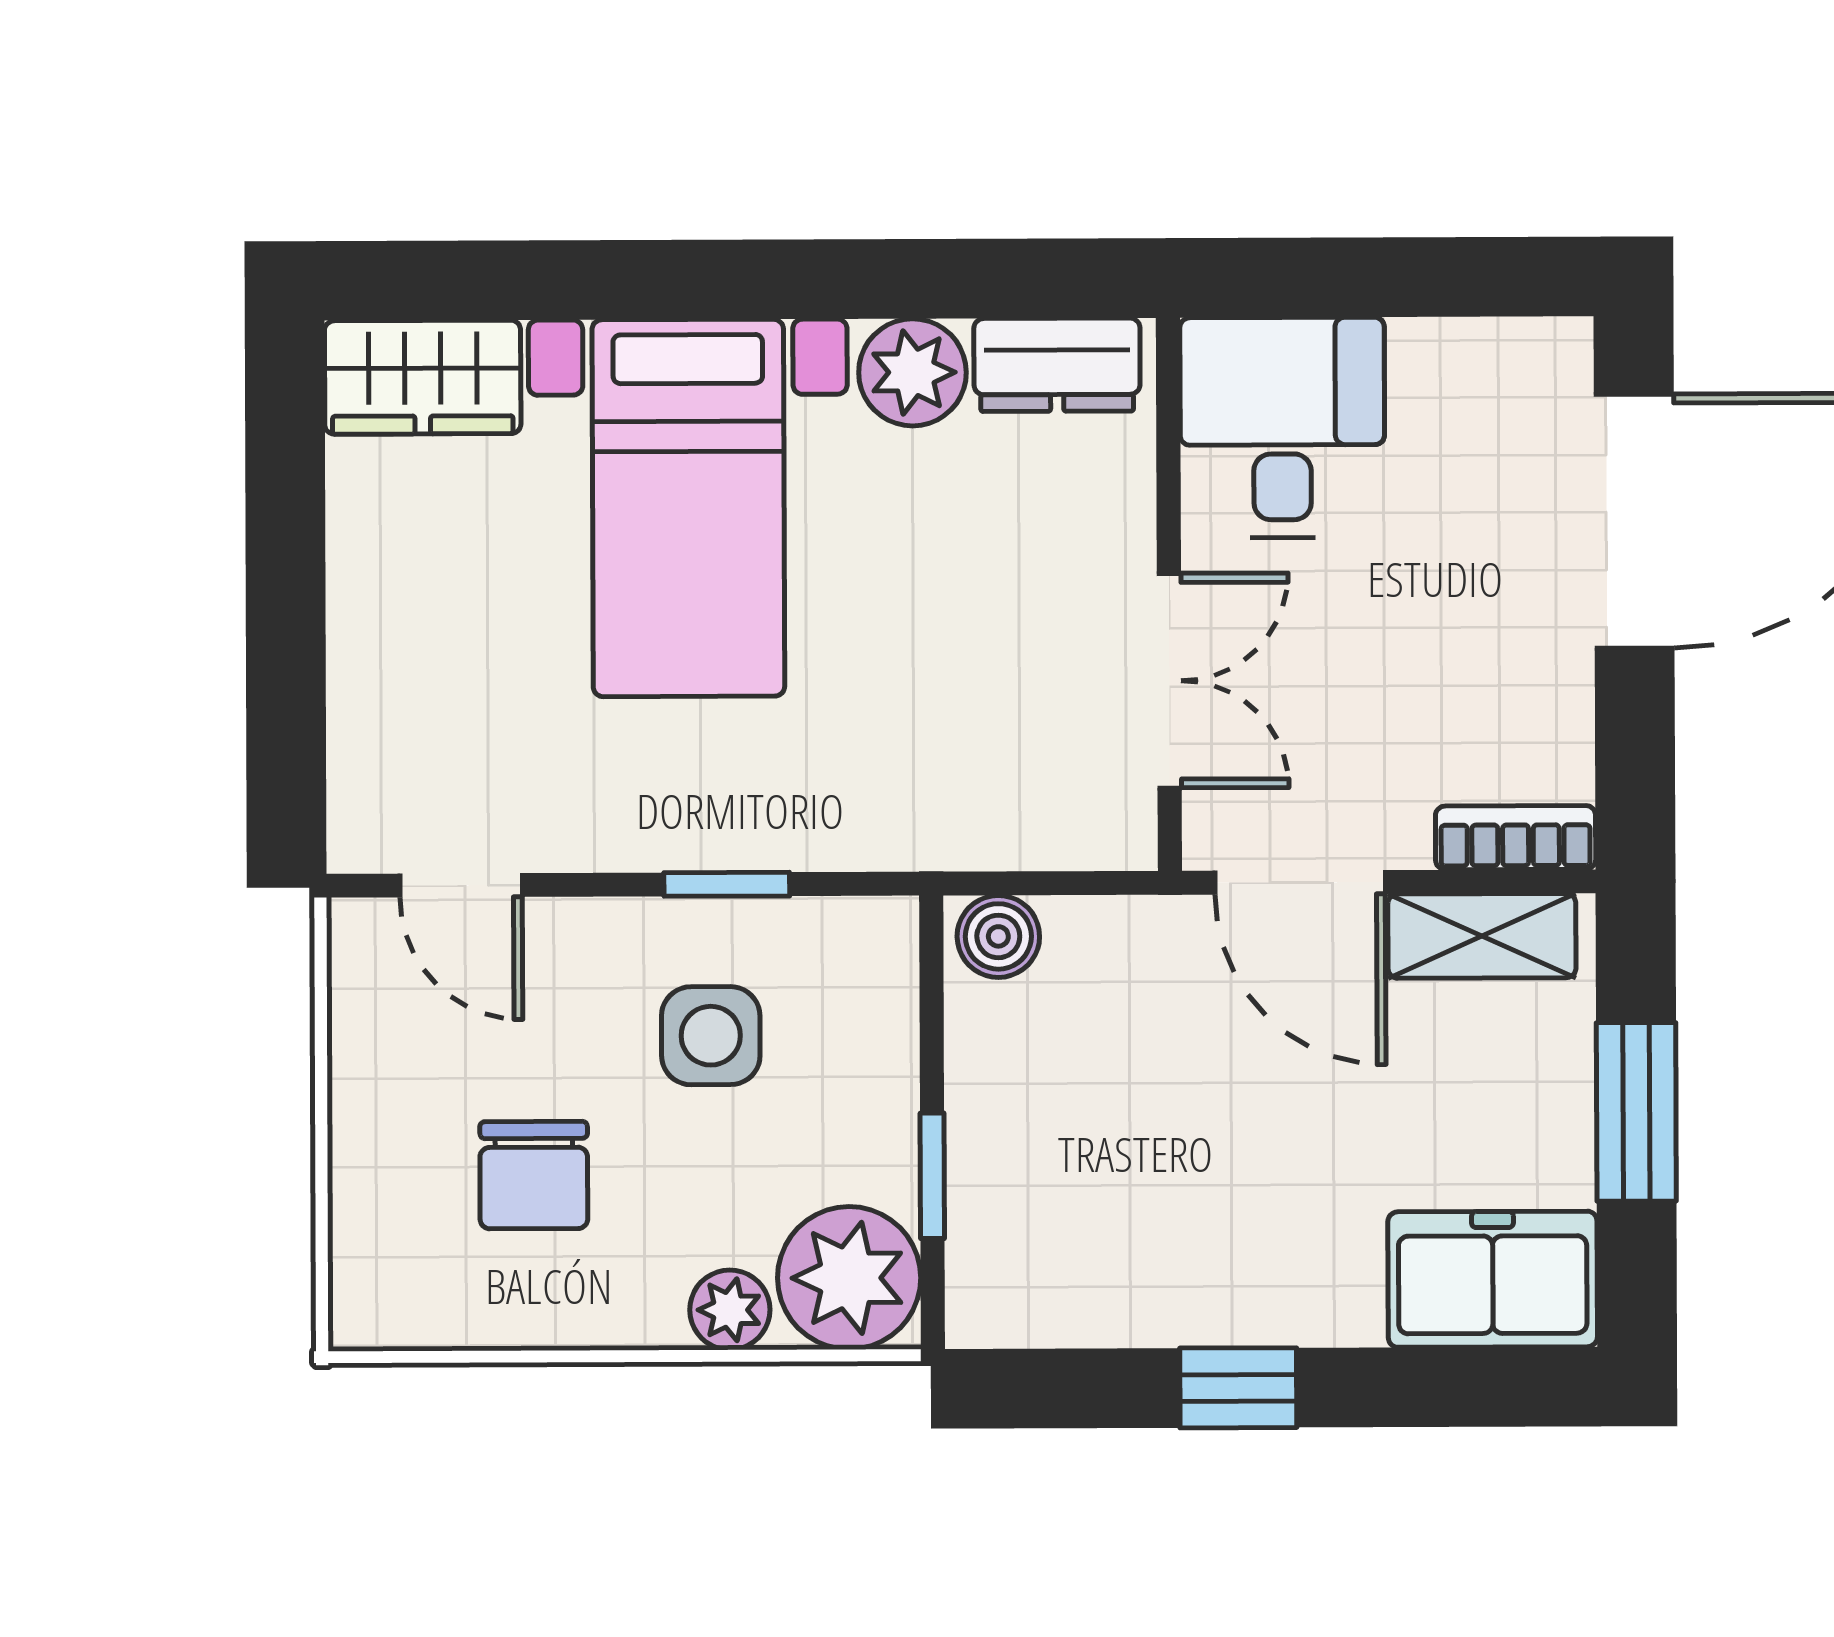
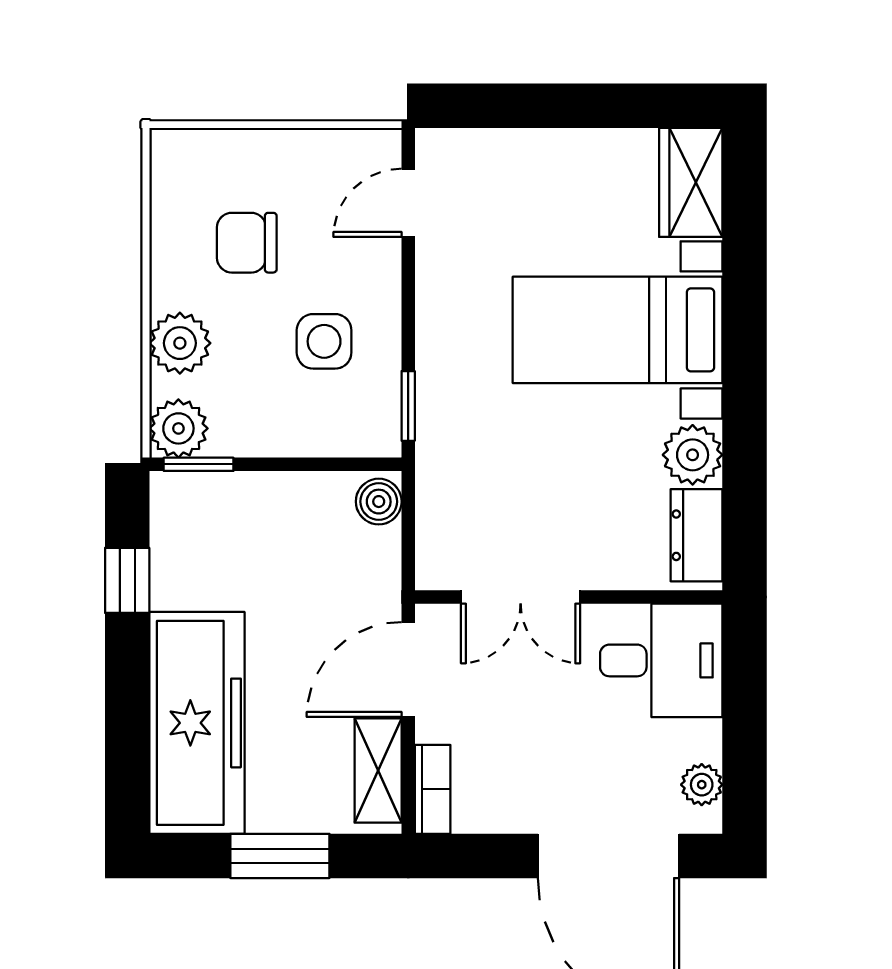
plant: (1505, 354) -> (702, 785), added
window: (727, 884) -> (408, 406), moved
window: (932, 1176) -> (199, 464), moved
plant: (849, 1278) -> (178, 428), width x0.73, depth x0.73
freezer: (1493, 1279) -> (197, 723), width x1.91, depth x1.26
plant: (730, 1310) -> (180, 343), width x1.38, depth x1.38
window: (1238, 1388) -> (127, 580), moved

